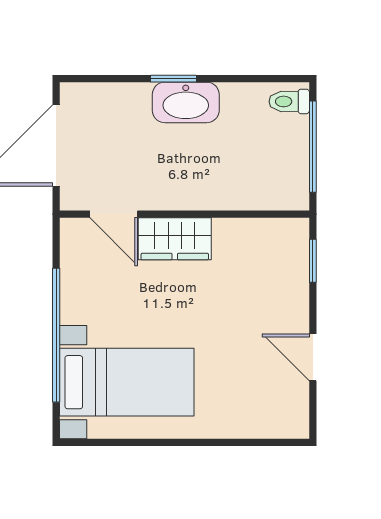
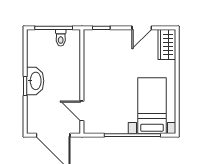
toilet: (289, 101) -> (61, 38), moved
door: (114, 214) -> (82, 111), swing flipped
wardrobe: (175, 239) -> (167, 44), moved, turned 180

